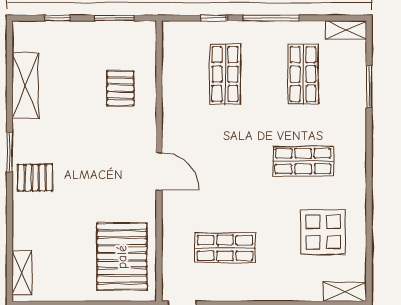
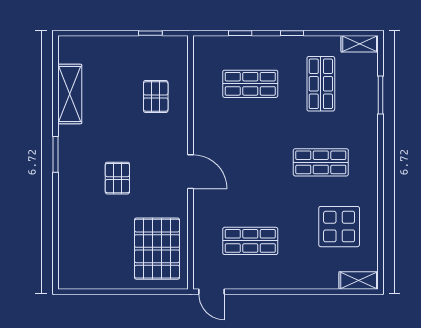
window: (58, 18) -> (99, 33), removed
window: (115, 18) -> (150, 33), width x0.67
window: (271, 18) -> (292, 33), width x0.46
shop shelf: (225, 74) -> (250, 84), turned 90
pallet: (35, 178) -> (117, 178), moved, turned 90
shelving: (22, 273) -> (67, 263), removed

